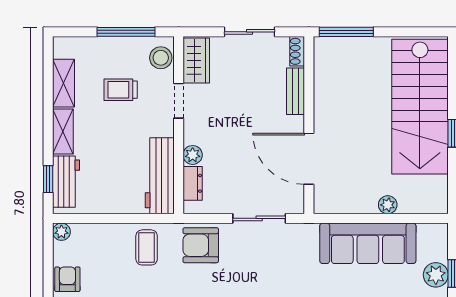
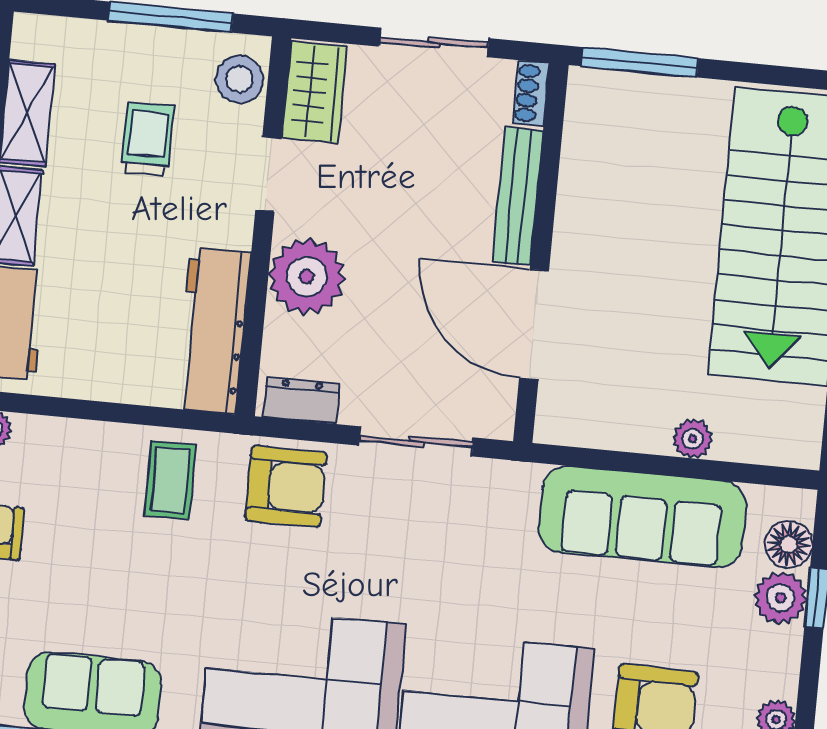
trolley: (121, 90) -> (148, 139), turned 90
bench: (295, 91) -> (518, 196), width x1.36
plant: (193, 155) -> (307, 277), width x1.88, depth x1.88
dresser: (193, 183) -> (301, 400), moved, turned -90
armchair: (201, 245) -> (286, 486), turned 180
floor lamp: (437, 250) -> (788, 544), added

